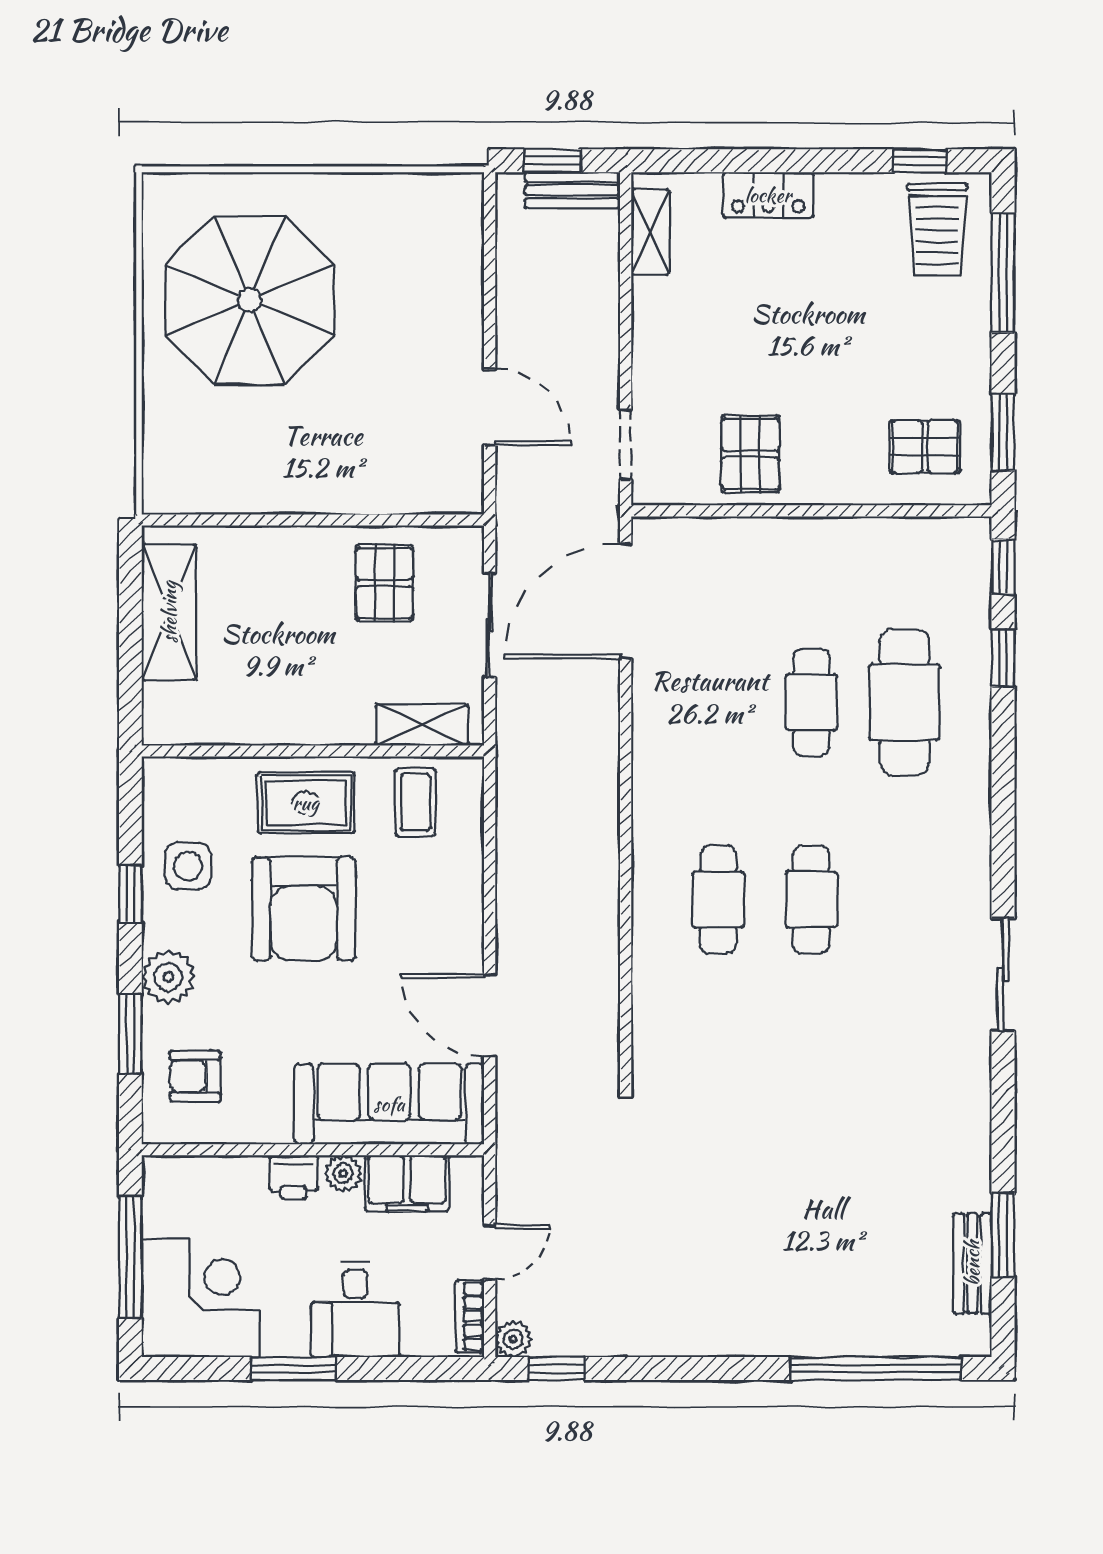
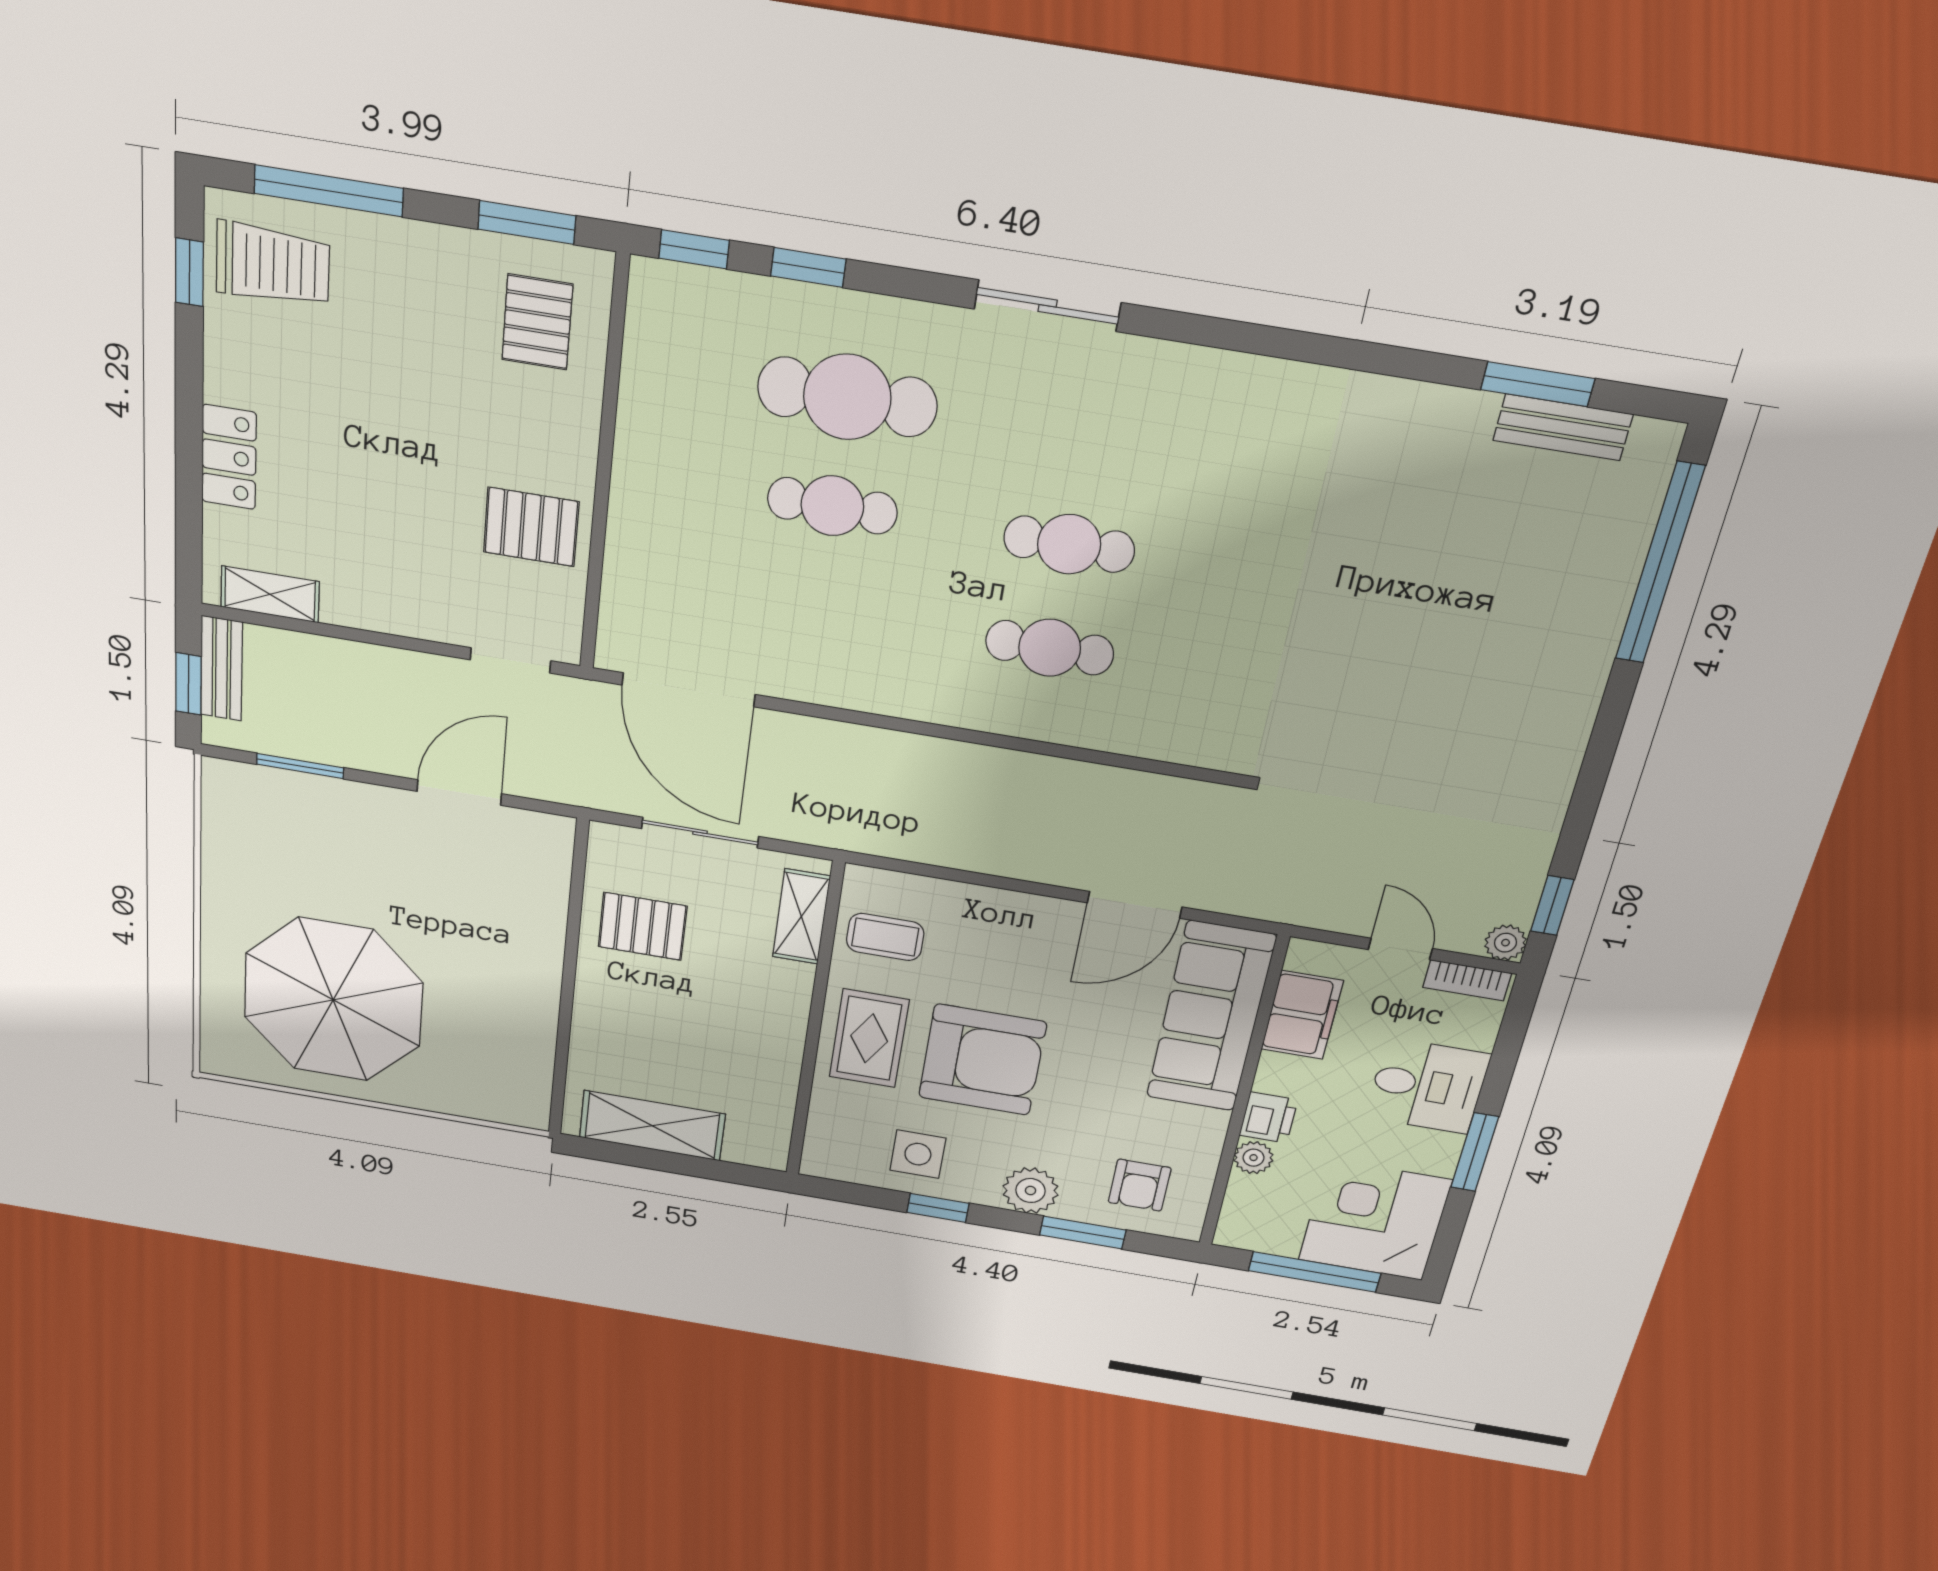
window: (490, 263) -> (300, 766), added
sliding door: (1003, 975) -> (1048, 306), moved
plant: (343, 1173) -> (1253, 1158), moved

